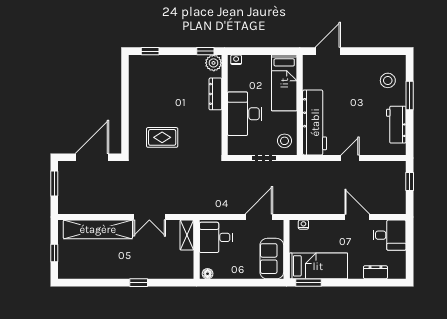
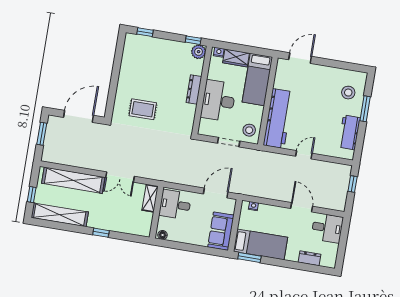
wardrobe: (256, 63) -> (236, 58), added
dresser: (215, 94) -> (194, 90), moved
shelving: (89, 270) -> (60, 215), added

